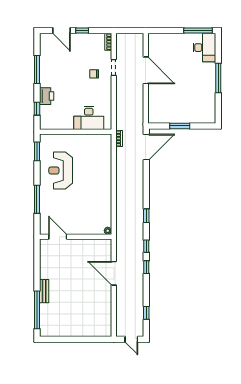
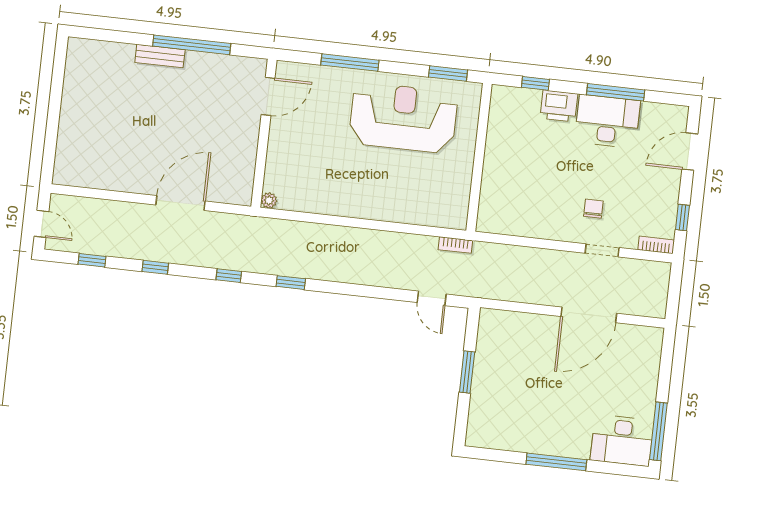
window: (82, 31) -> (682, 217), moved
desk: (89, 118) -> (607, 121), moved, turned 90
door: (146, 147) -> (432, 298), width x0.53
reception desk: (61, 170) -> (403, 118), width x1.36, depth x1.30
window: (146, 267) -> (155, 267), moved
window: (37, 310) -> (192, 45), moved
door: (131, 339) -> (41, 224), swing flipped

